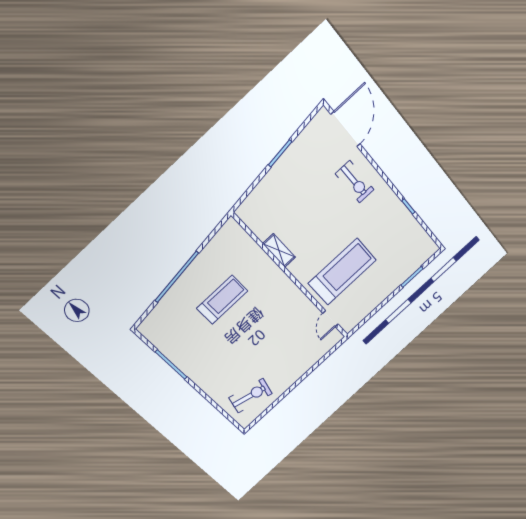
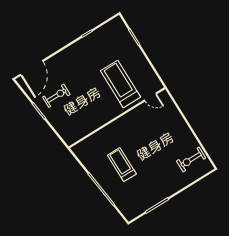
door: (346, 129) -> (32, 68), swing flipped
exercise bike: (355, 182) -> (56, 96), moved
shelving: (279, 250) -> (98, 123), removed
exercise bike: (251, 396) -> (191, 160), turned -104

